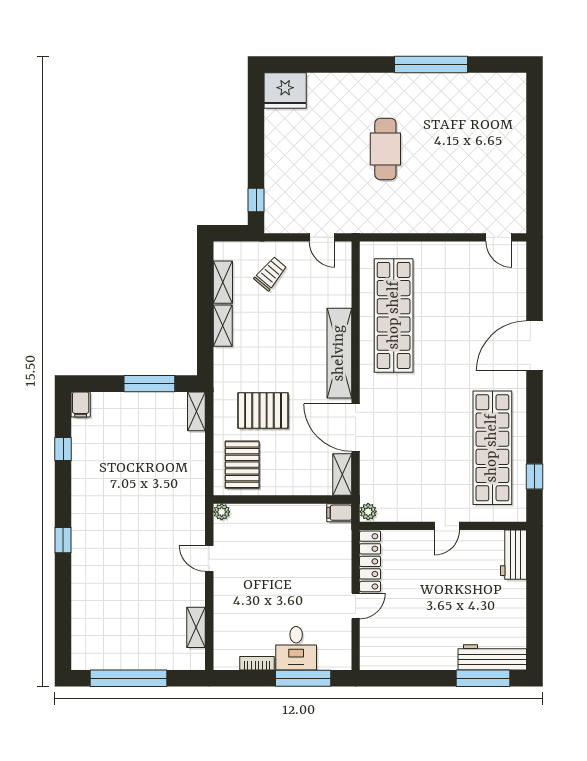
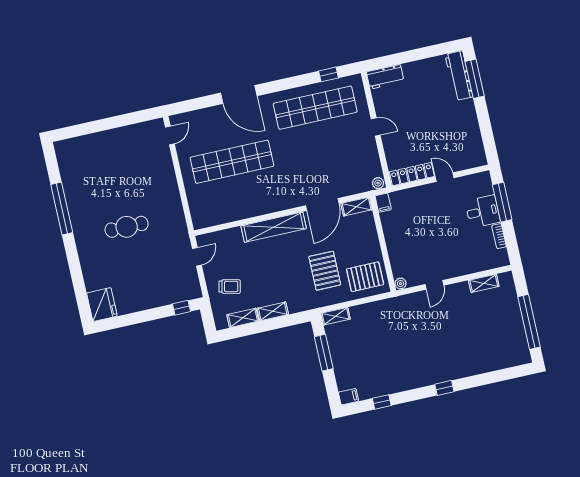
trolley: (271, 274) -> (230, 287), turned 153
shop shelf: (394, 315) -> (232, 162), moved

